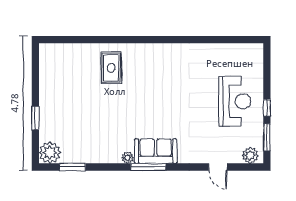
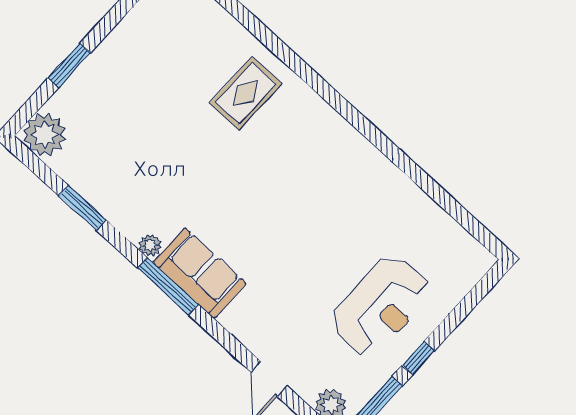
window: (72, 167) -> (82, 208), moved

